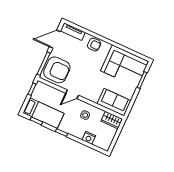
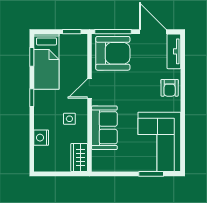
armchair: (57, 70) -> (113, 53), turned -90
door: (72, 94) -> (89, 89), hinge flipped
sofa: (114, 102) -> (104, 128), moved

